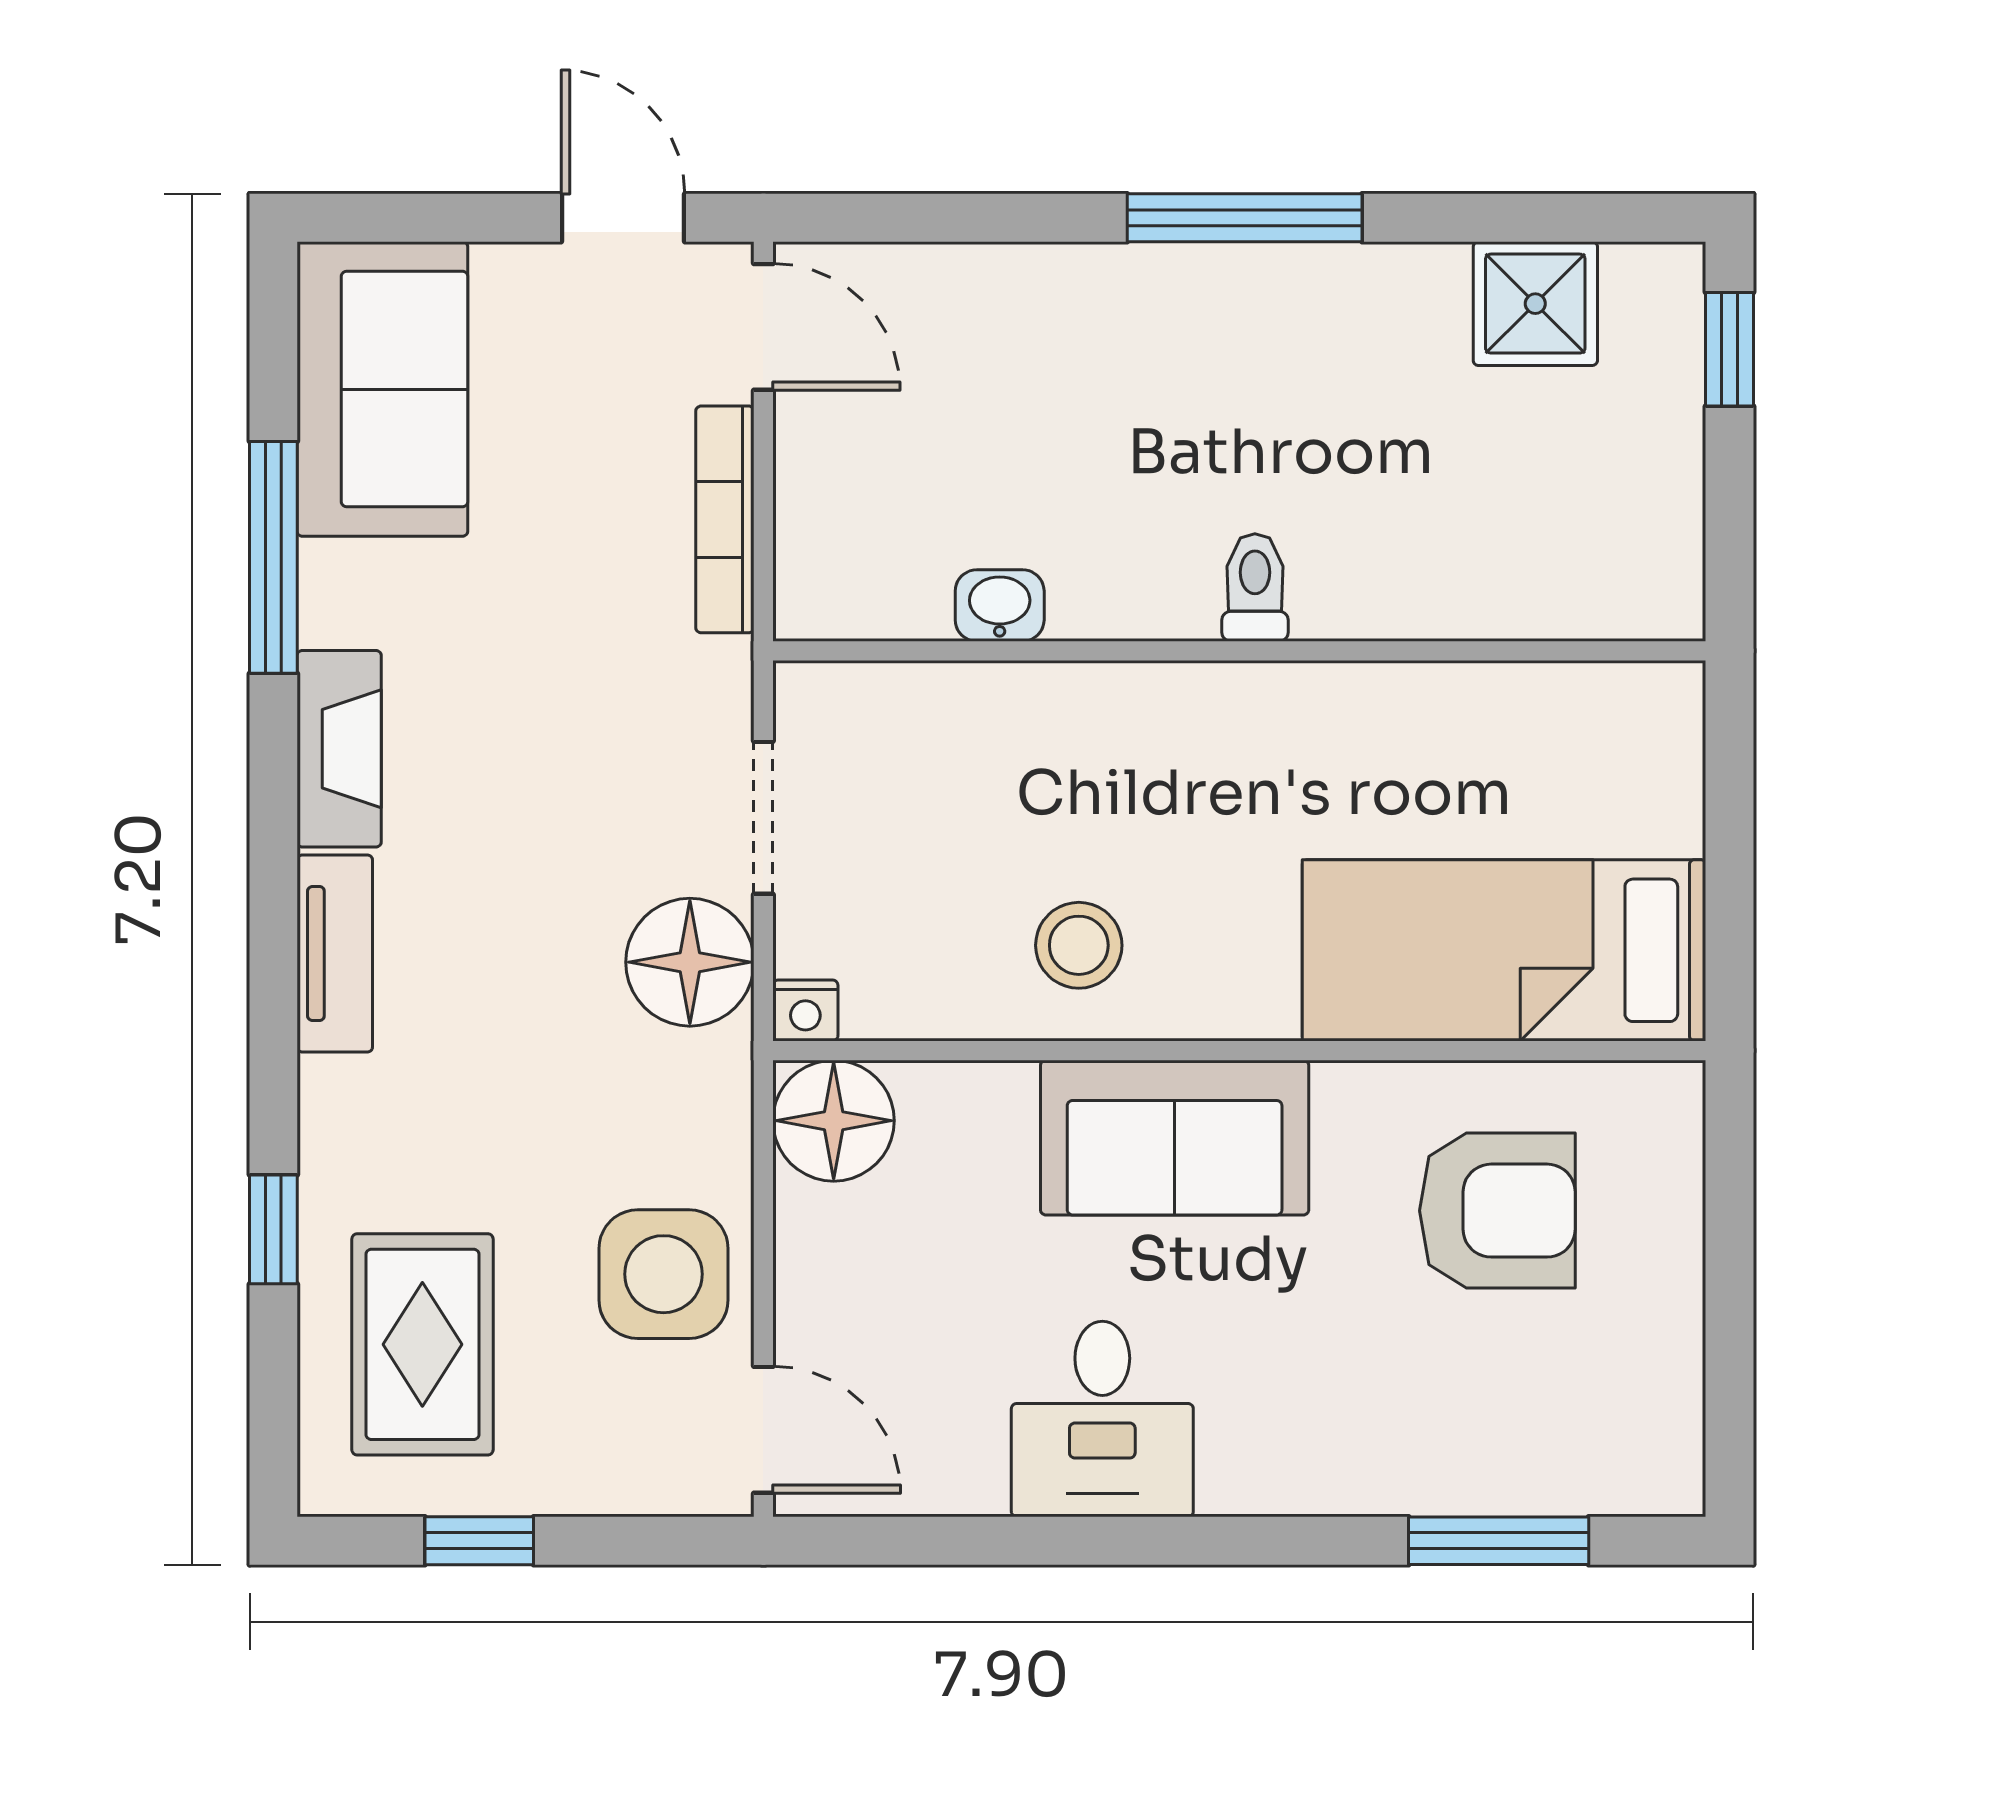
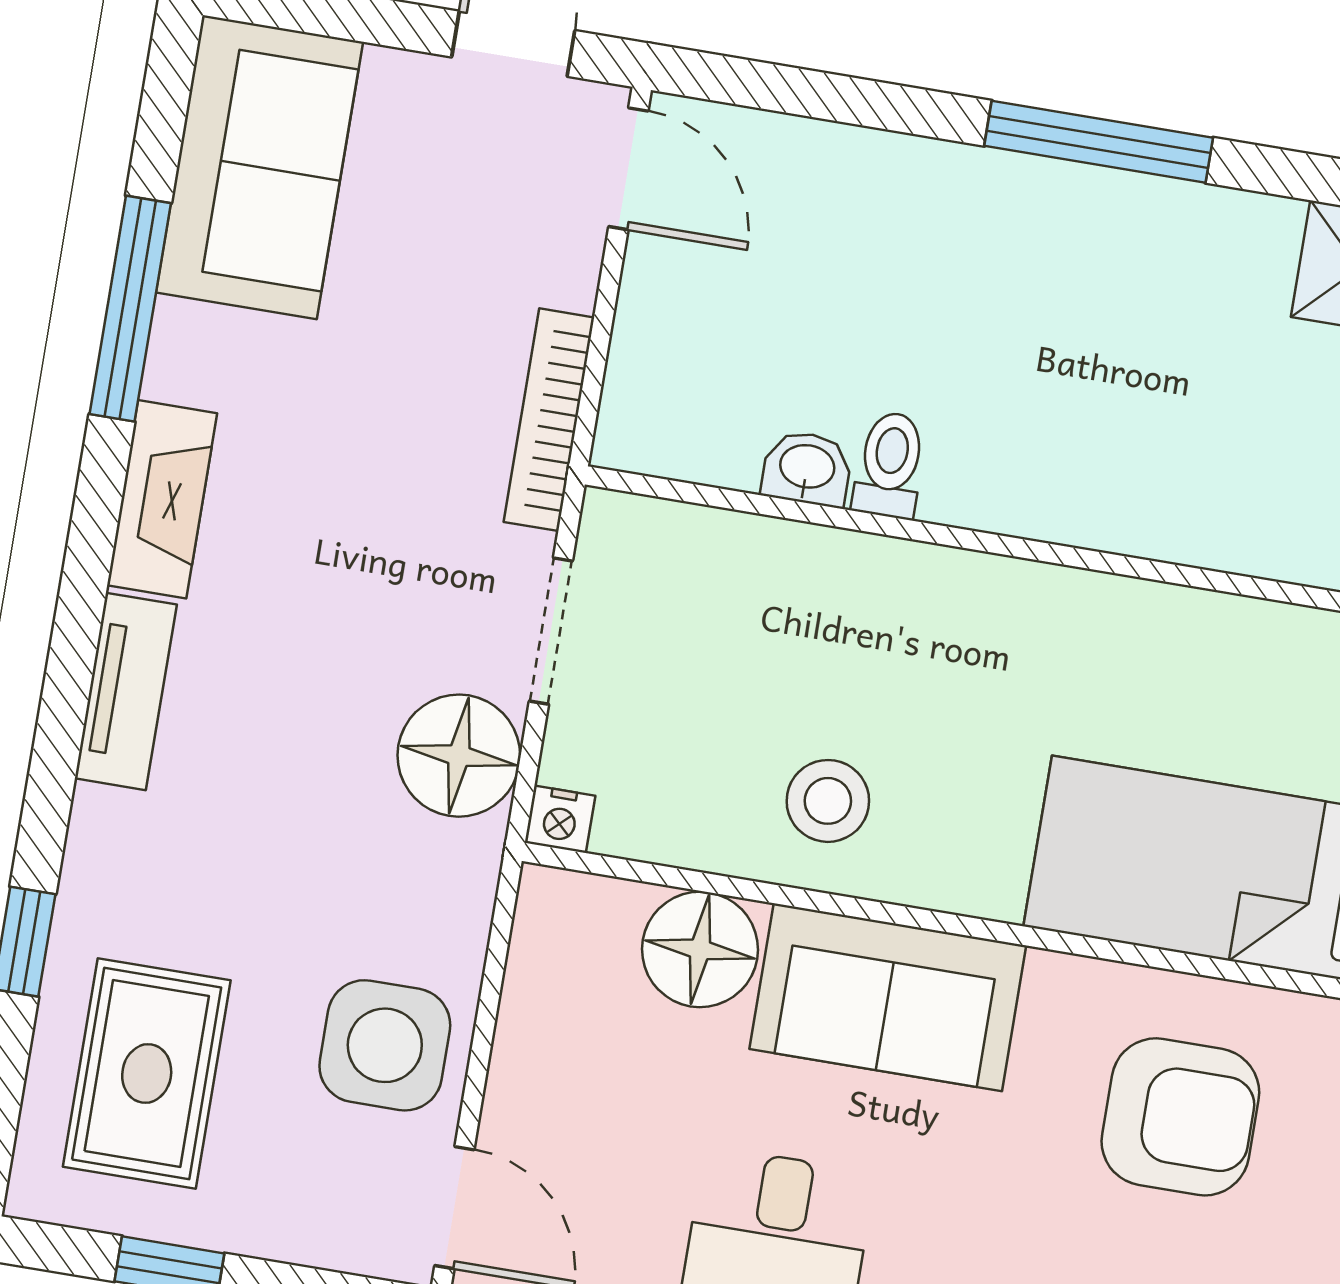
bookcase: (725, 519) -> (549, 420), moved
toilet: (1255, 587) -> (890, 465), moved
floor lamp: (834, 1121) -> (700, 949), moved

